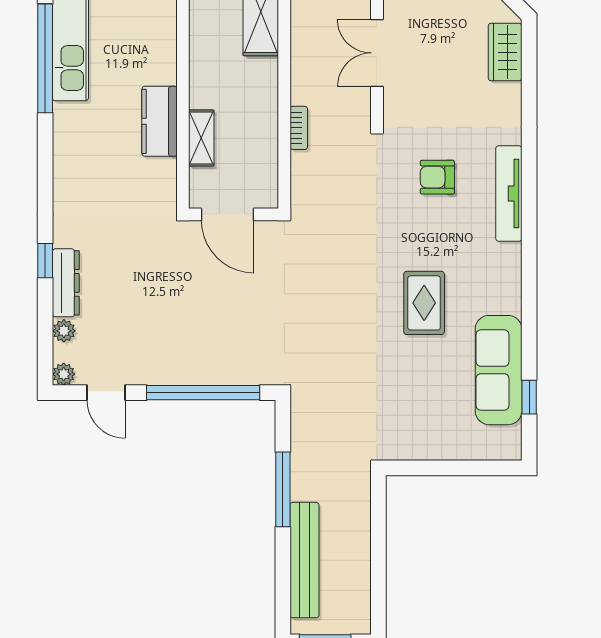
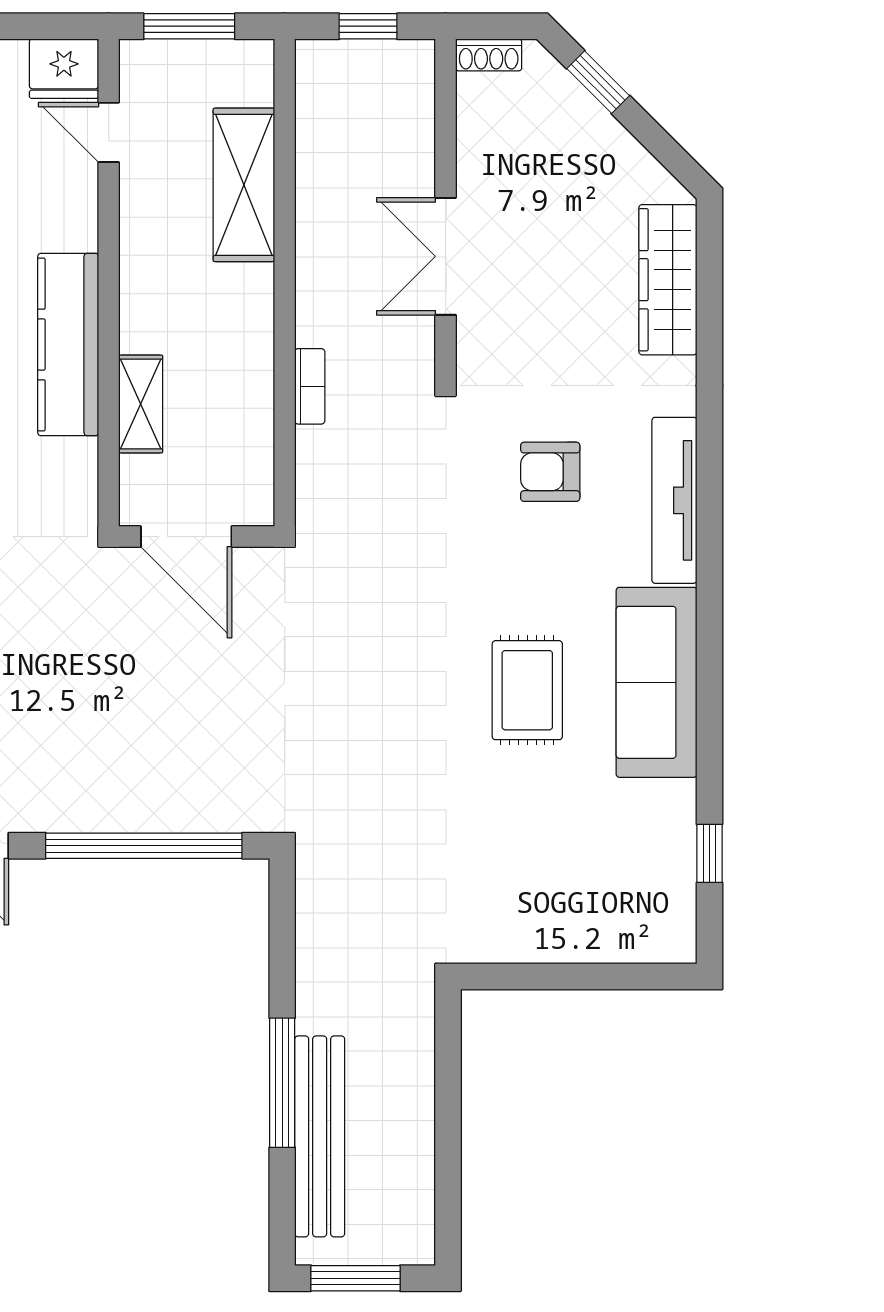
wardrobe: (505, 52) -> (668, 280), width x1.50
kitchen counter: (160, 121) -> (68, 345), width x1.50
sofa: (499, 370) -> (657, 682), moved
window: (283, 489) -> (282, 1083), moved

